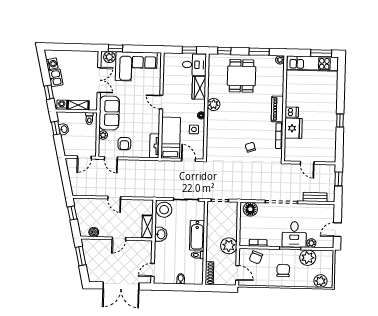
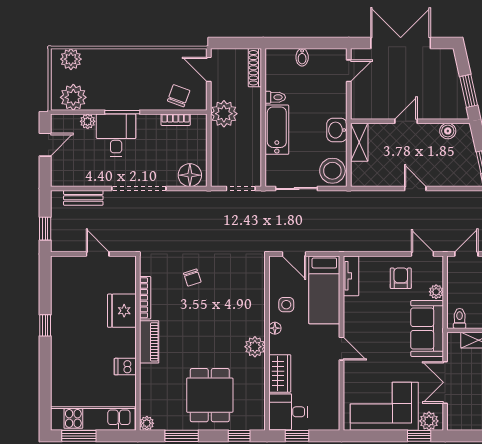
dishwasher: (292, 112) -> (125, 367), moved
plant: (308, 258) -> (73, 97), moved
chair: (283, 271) -> (133, 75), removed

